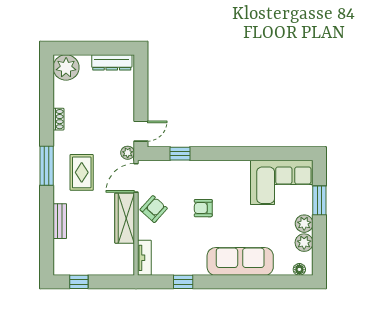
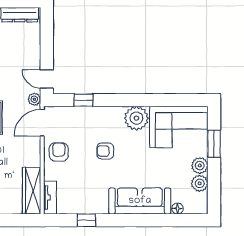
door: (141, 131) -> (47, 79), swing flipped
plant: (237, 173) -> (136, 118), added
armchair: (154, 209) -> (59, 152), turned -42
wardrobe: (125, 218) -> (32, 191), moved
floor lamp: (299, 269) -> (178, 209), moved

